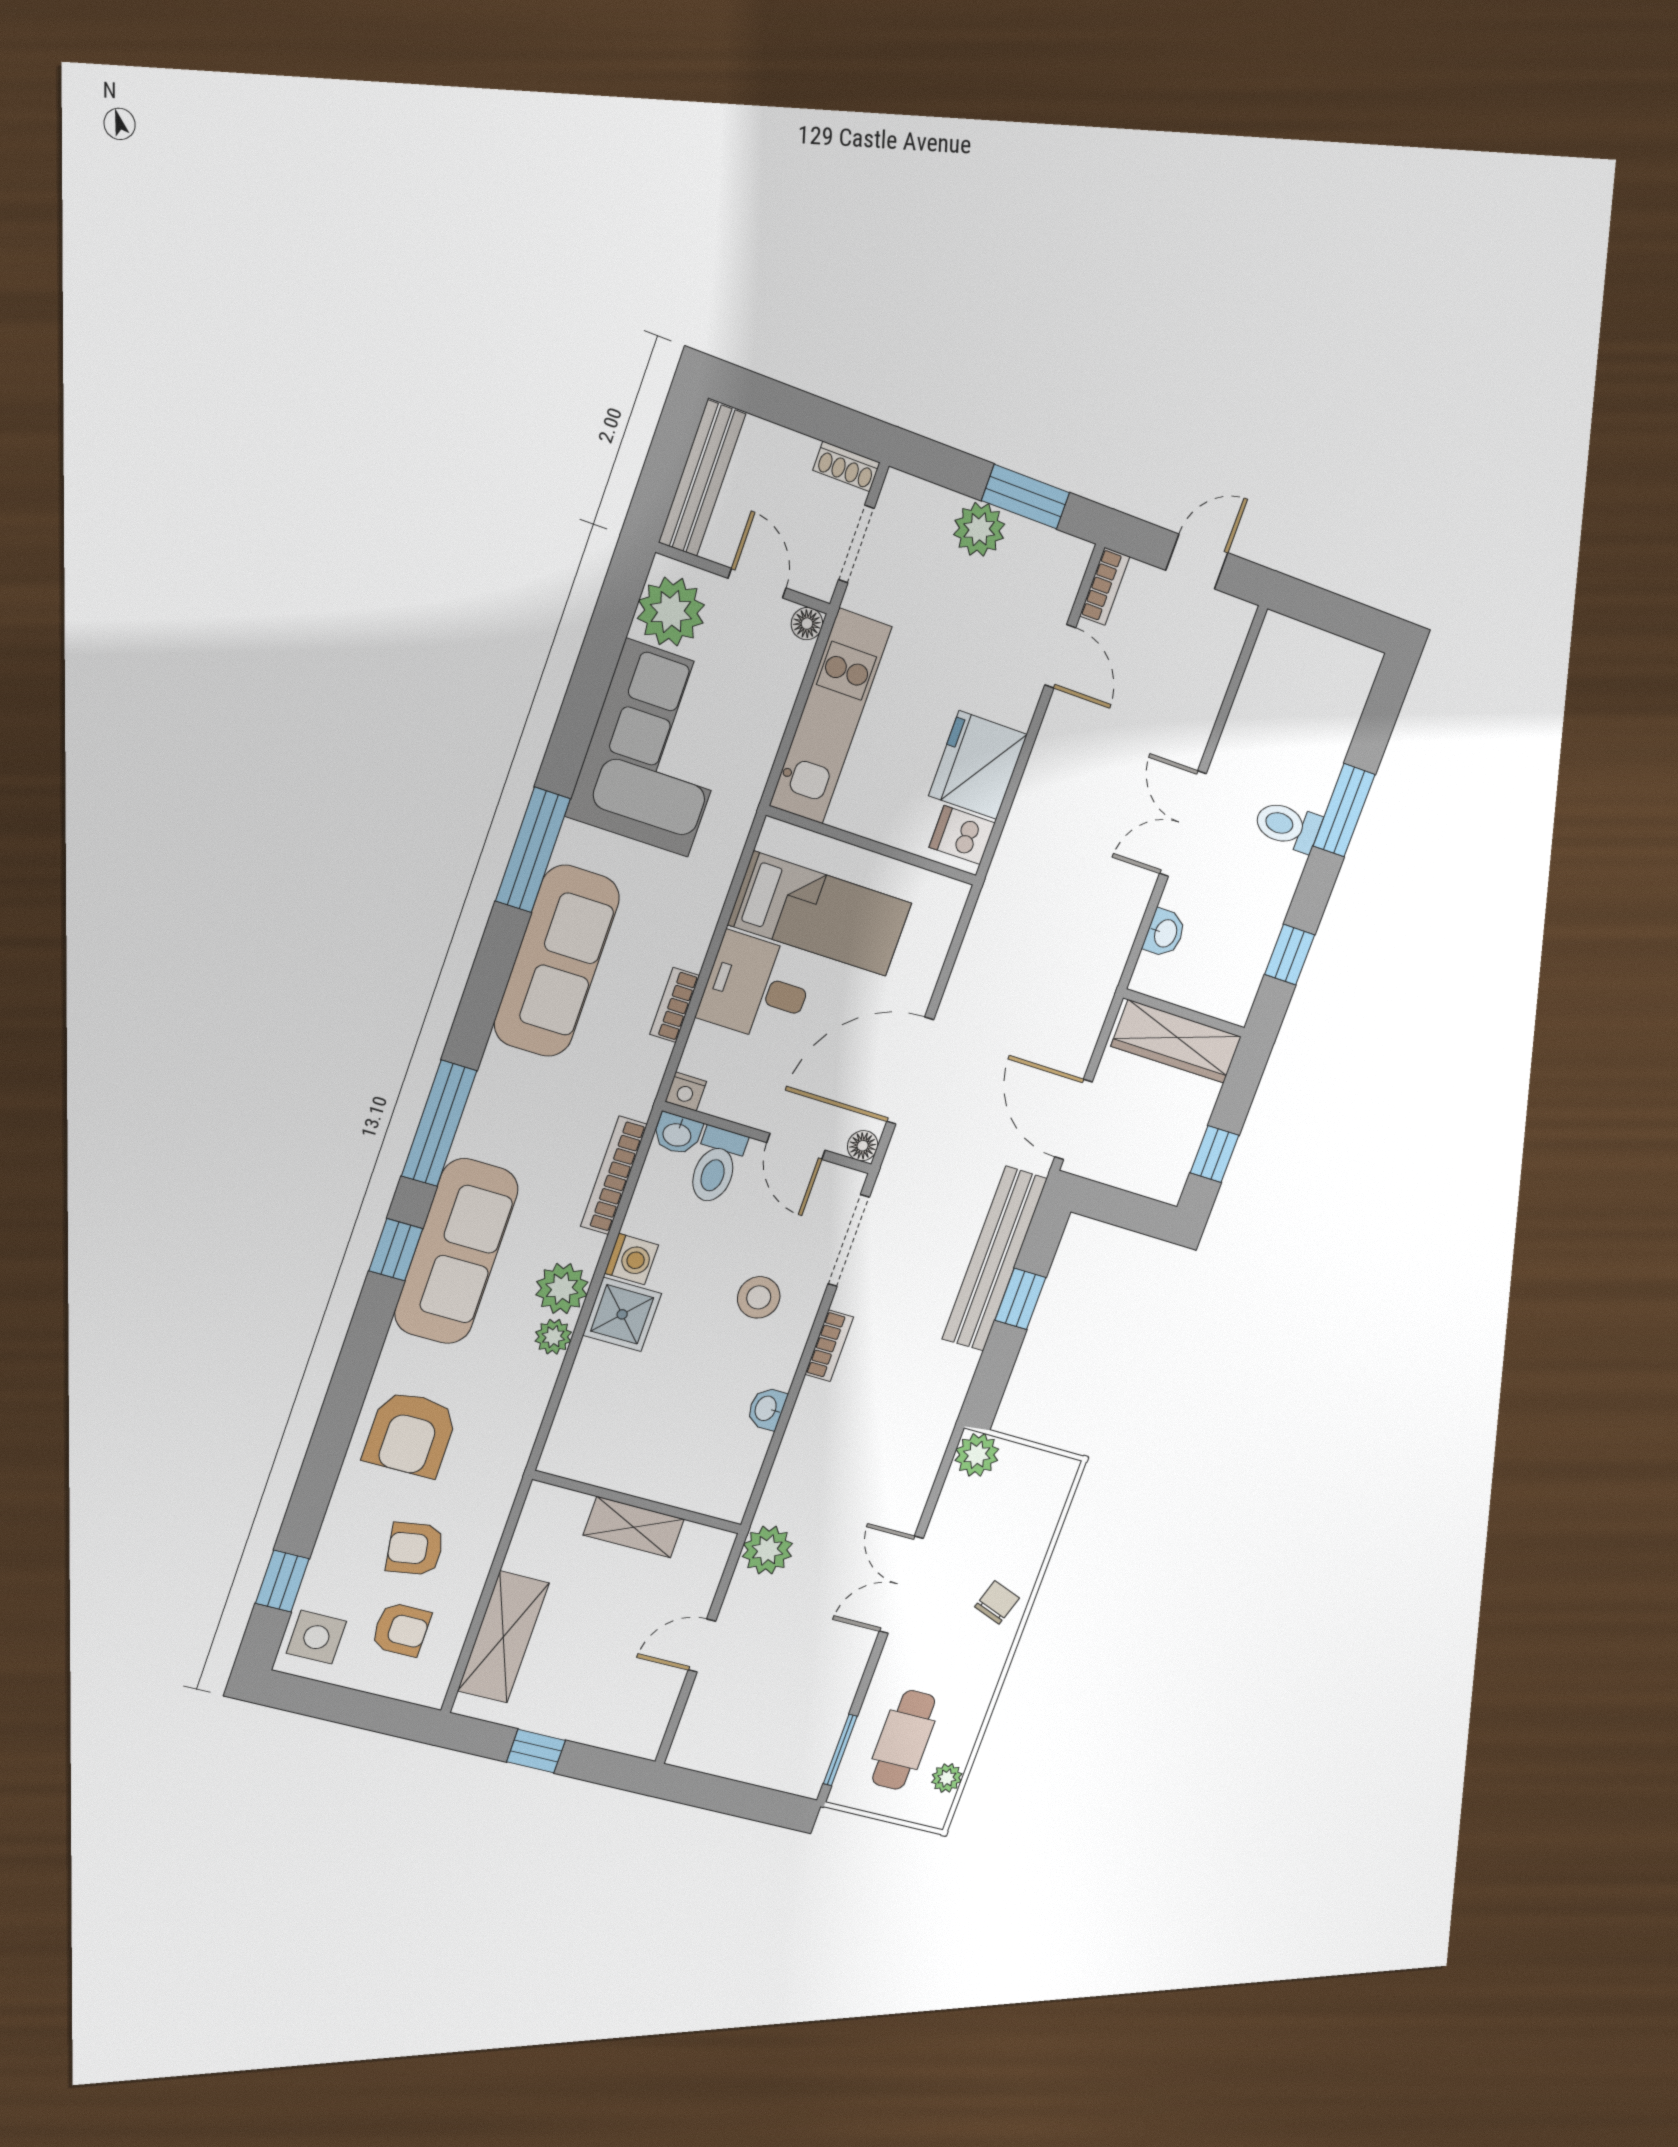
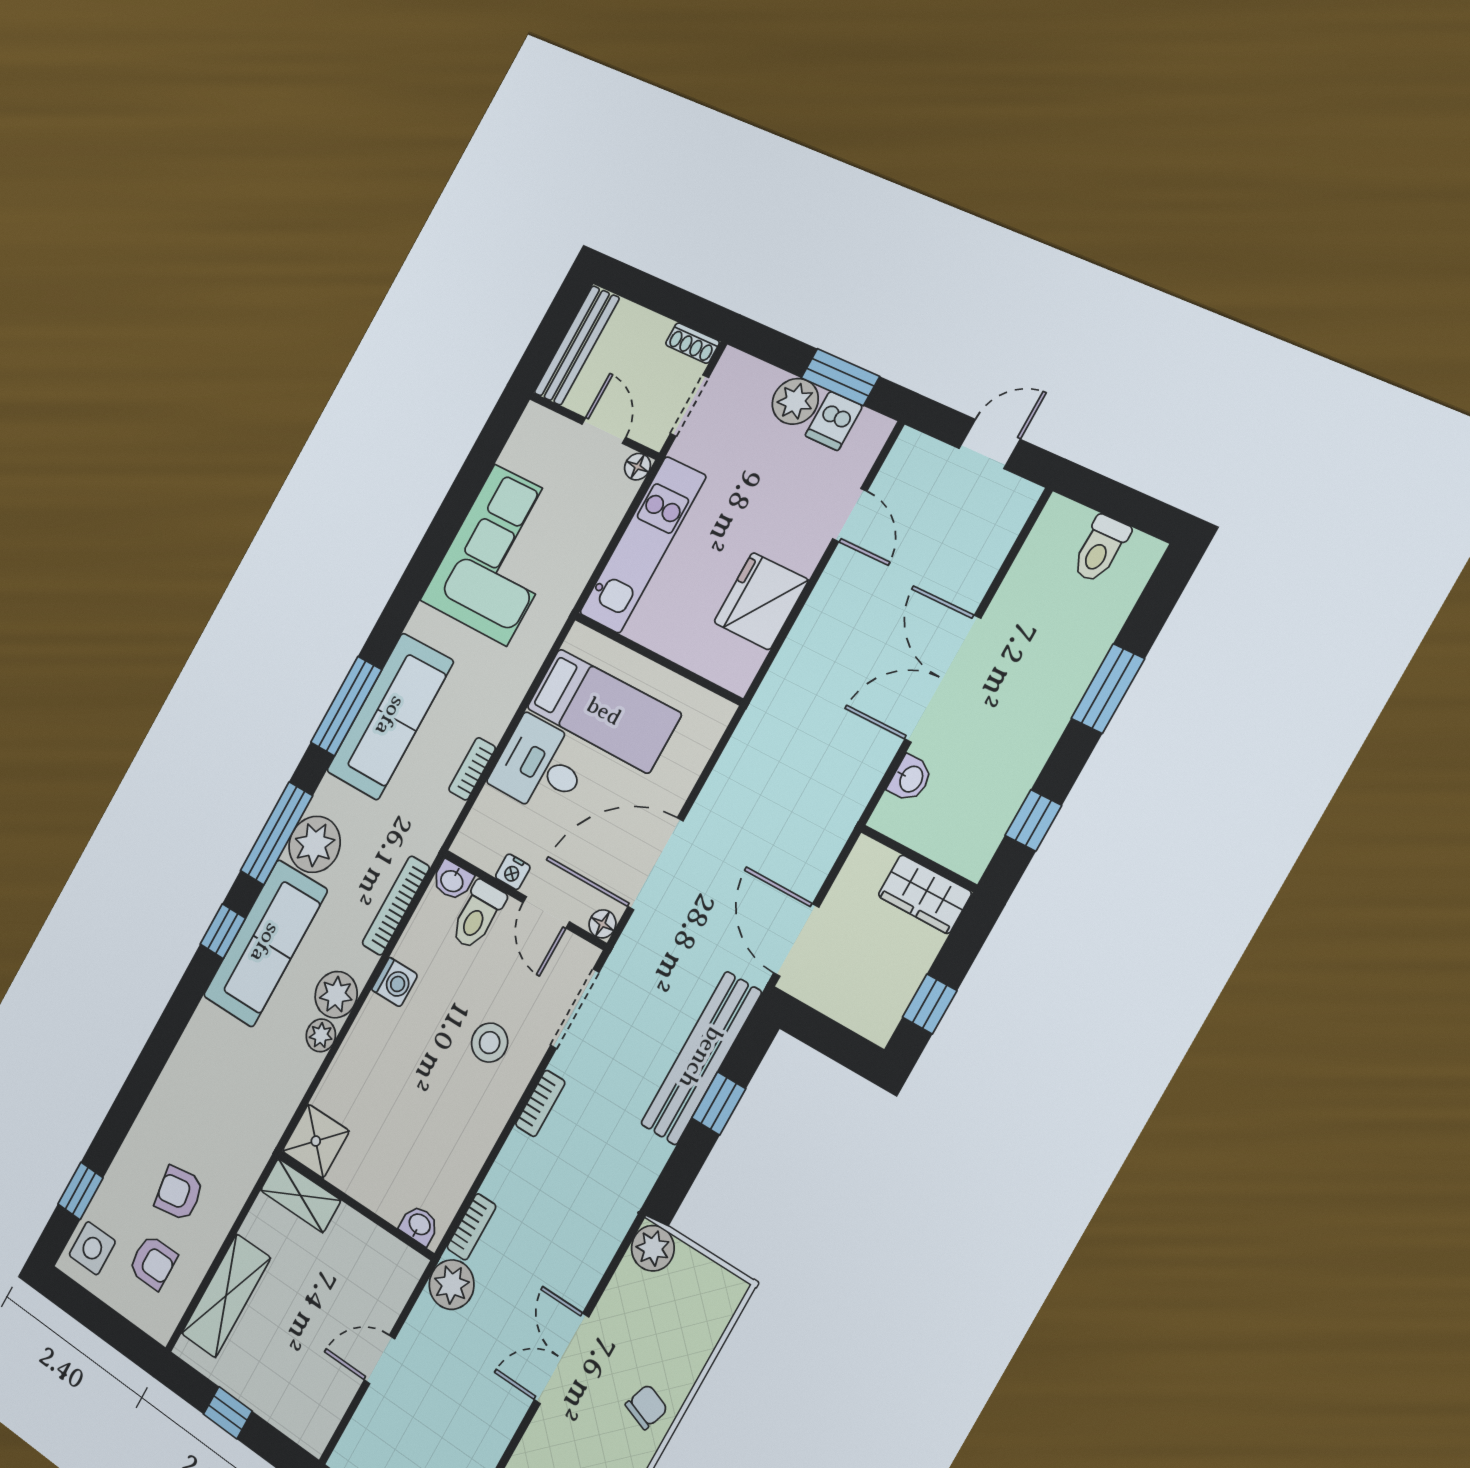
bookcase: (1105, 586) -> (471, 1227), moved
plant: (671, 612) -> (315, 844), moved
double door: (1183, 824) -> (943, 679), width x1.37
toilet: (1288, 826) -> (1100, 549), moved, turned -90
dishwasher: (962, 835) -> (834, 421), moved, turned -90
window: (533, 850) -> (346, 706), moved
wardrobe: (1176, 1041) -> (925, 894), width x0.67
nightstand: (686, 1091) -> (513, 872), moved
shower: (622, 1314) -> (316, 1141), moved
washbasin: (767, 1409) -> (419, 1225), moved, turned 90
armchair: (410, 1434) -> (198, 1091), removed
shelving: (634, 1527) -> (301, 1195), moved

